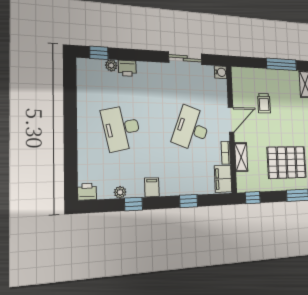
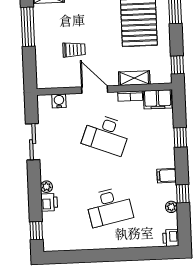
plant: (111, 65) -> (46, 187), moved
water cooler: (221, 72) -> (59, 101), moved

